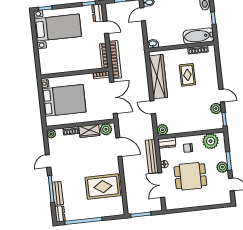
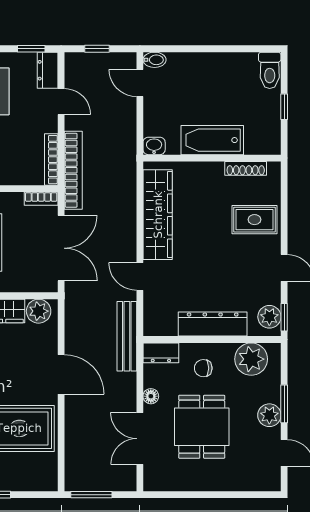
door: (143, 14) -> (140, 83), hinge flipped
bathtub: (198, 36) -> (212, 140), moved
rug: (187, 75) -> (254, 220), moved, turned 90
plant: (216, 108) -> (269, 317), moved
dresser: (190, 126) -> (213, 324), added
plant: (162, 130) -> (154, 325), removed
door: (119, 147) -> (61, 374), moved
bench: (152, 156) -> (127, 336), moved
dining table: (190, 176) -> (202, 427), turned 90

